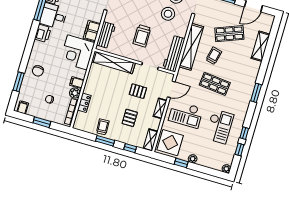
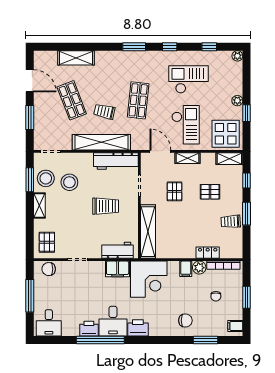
window: (244, 133) -> (170, 47), moved

